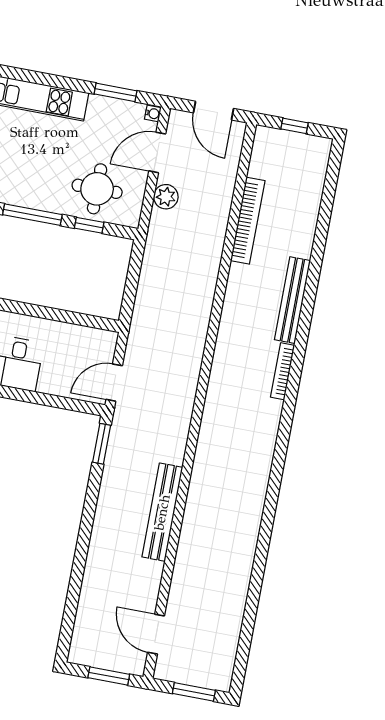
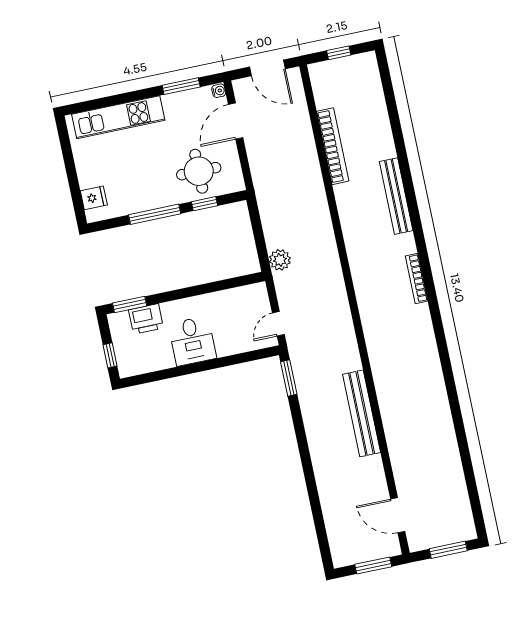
plant: (166, 197) -> (280, 260), moved
bookcase: (283, 371) -> (417, 279), moved
door: (114, 383) -> (278, 324), width x0.73

